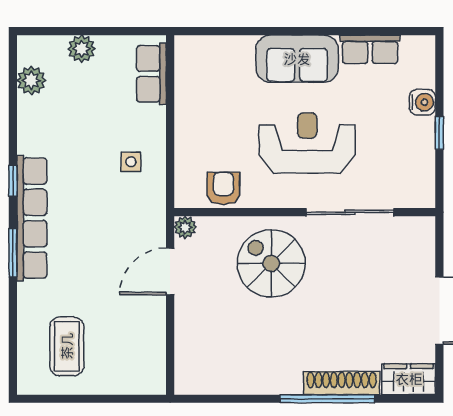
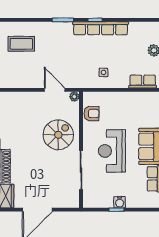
plant: (31, 80) -> (140, 28), removed
water cooler: (422, 102) -> (120, 202), moved
reception desk: (307, 143) -> (112, 151), turned 180
row of seats: (32, 218) -> (101, 28), moved

